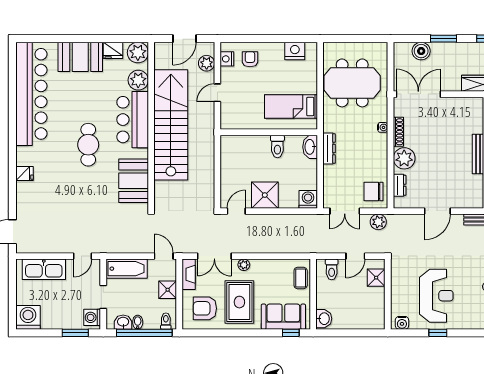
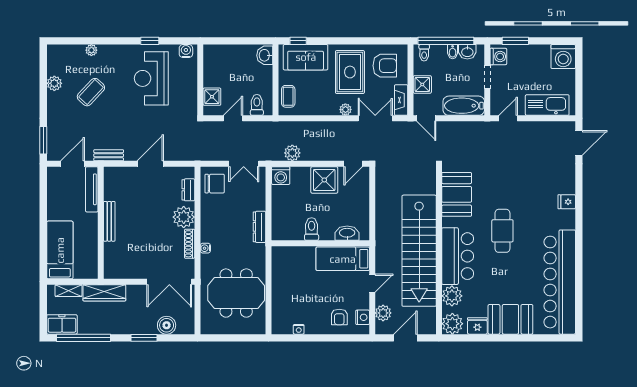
nightstand: (295, 51) -> (299, 329), width x0.53, depth x0.56
bed: (291, 107) -> (343, 259), moved, turned 180
washbasin: (310, 147) -> (347, 233), moved, turned -90
double door: (345, 211) -> (244, 164), swing flipped
plant: (378, 222) -> (292, 153), moved

